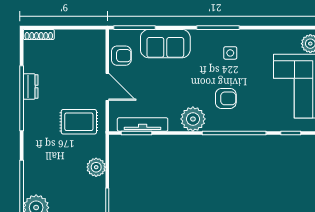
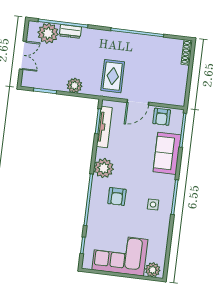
dresser: (31, 86) -> (70, 31), moved

